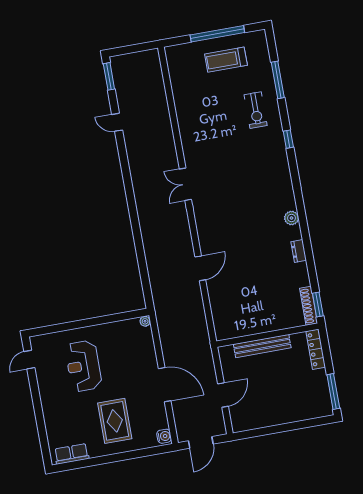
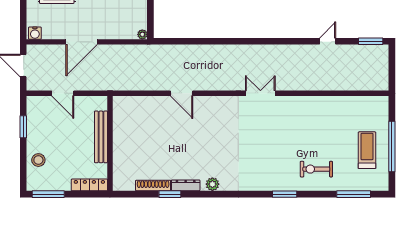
window: (278, 80) -> (354, 194), moved
window: (288, 139) -> (285, 194), width x1.50
dresser: (299, 251) -> (186, 185), width x1.44
window: (318, 304) -> (170, 194), moved
shoe rack: (309, 306) -> (153, 185), moved
stool: (299, 408) -> (38, 160), added
window: (266, 431) -> (23, 127), added

